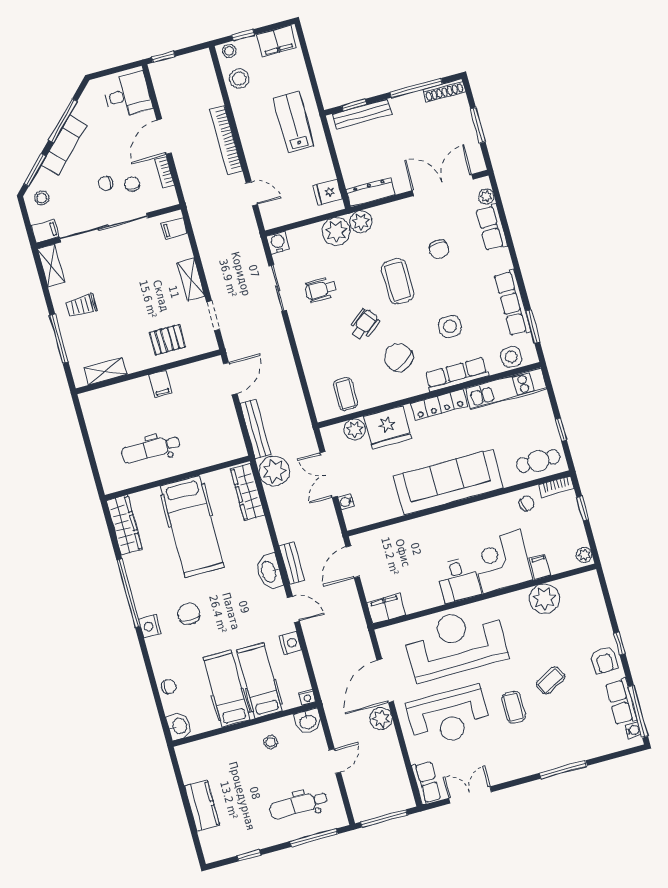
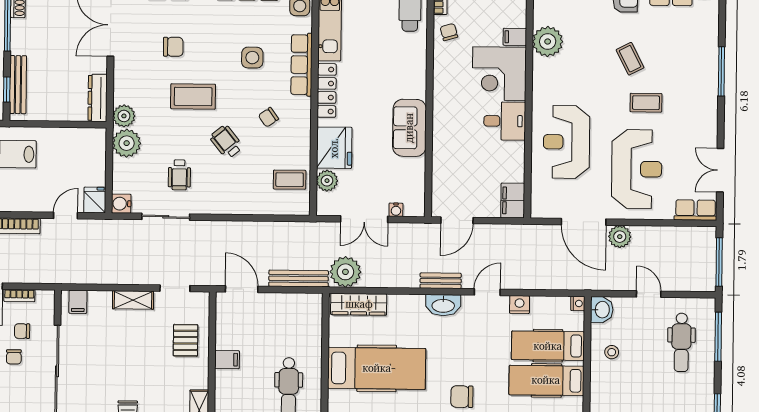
fridge: (328, 192) -> (95, 200), moved, turned 180
chair: (398, 357) -> (268, 117), width x0.54, depth x0.54
sofa: (448, 482) -> (409, 128), width x0.54, depth x0.79
door: (353, 562) -> (457, 220), hinge flipped
reception desk: (455, 643) -> (566, 142), width x0.74, depth x0.77

